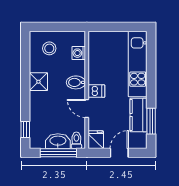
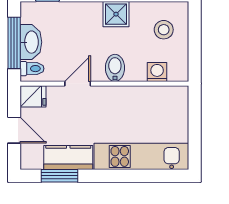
dishwasher: (96, 91) -> (103, 97), removed

